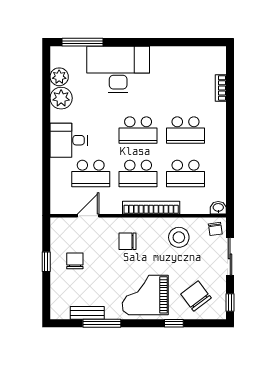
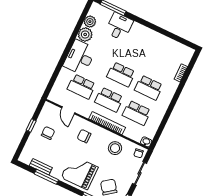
desk: (118, 69) -> (119, 26), width x0.53, depth x0.77
desk: (69, 140) -> (80, 57), width x1.37
door: (88, 216) -> (68, 110), swing flipped

